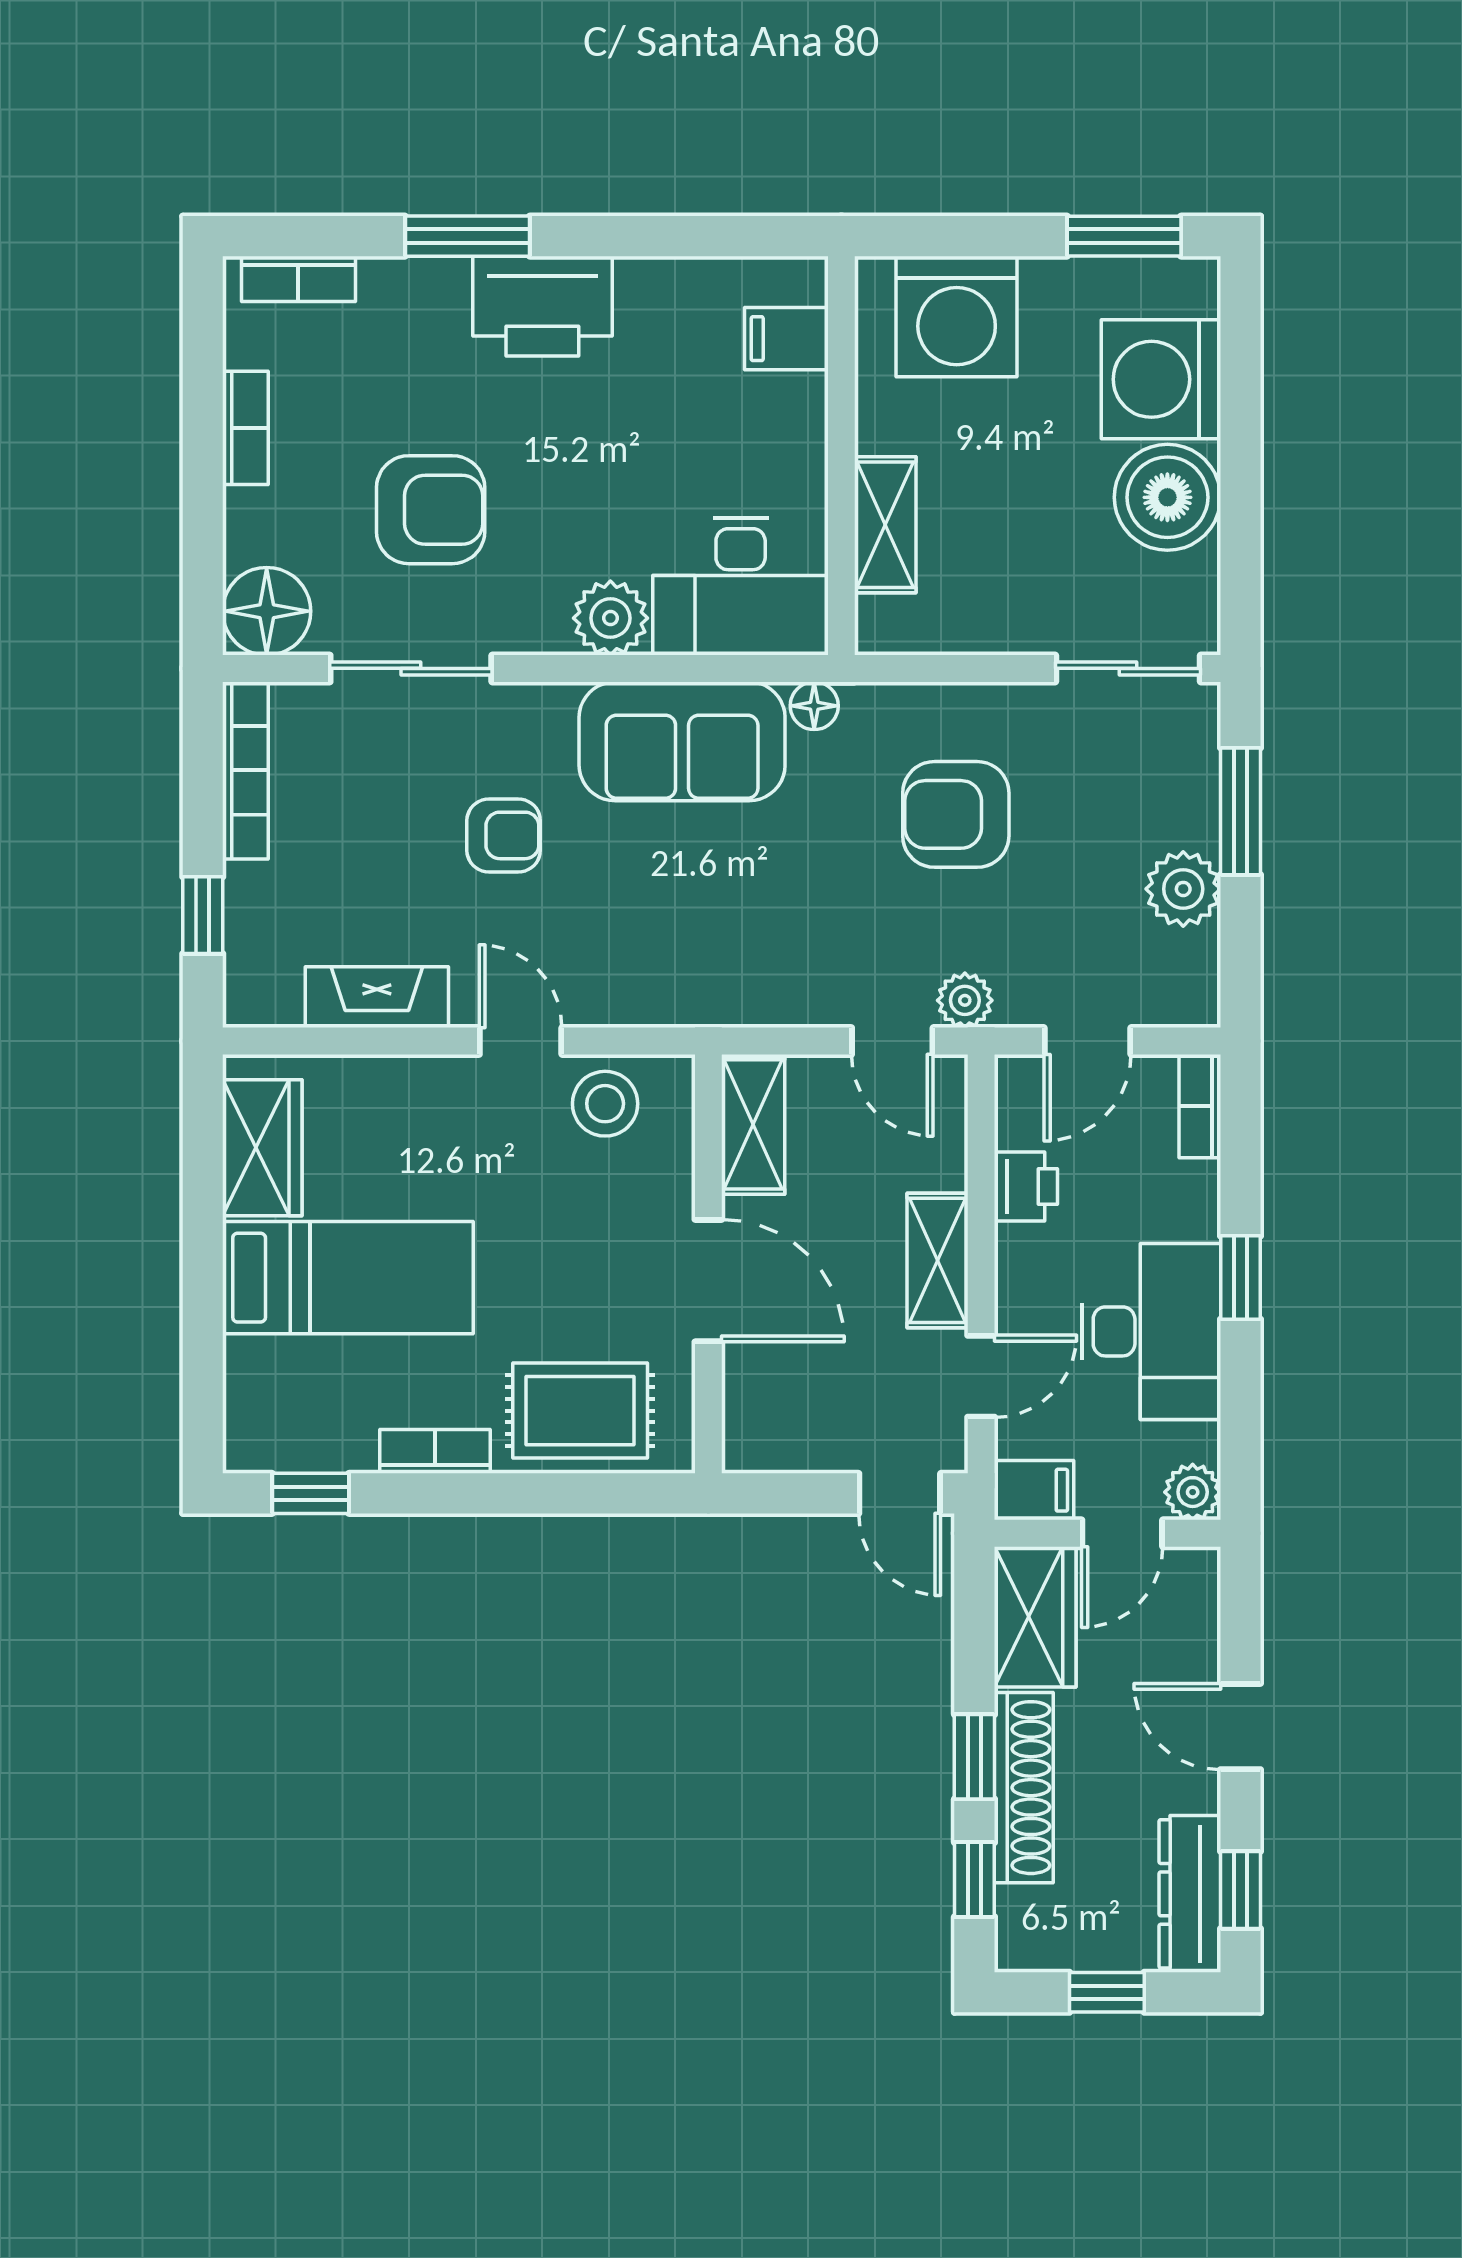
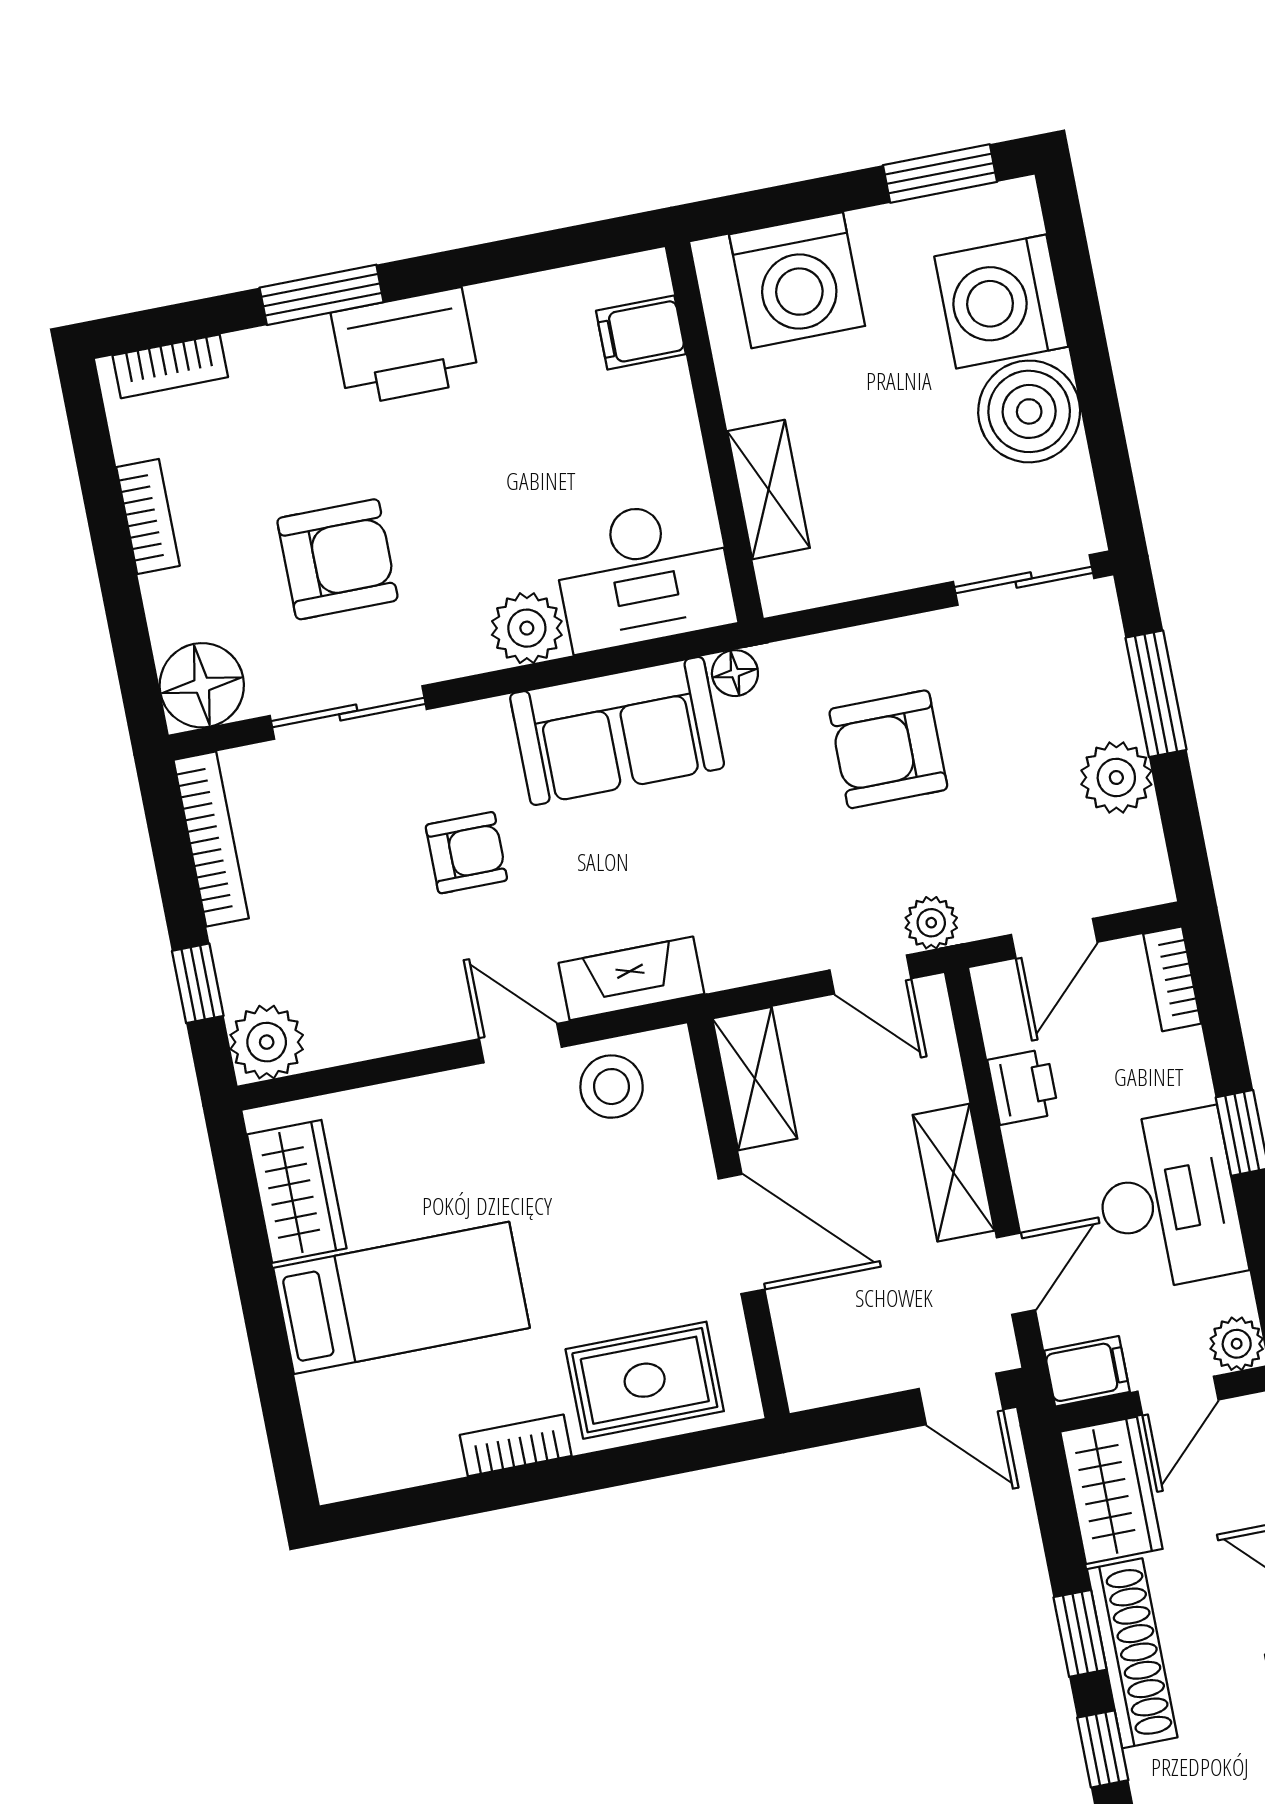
plant: (261, 989) -> (267, 1042), added
fireplace: (377, 997) -> (631, 978), moved
window: (311, 1493) -> (406, 1508), removed

